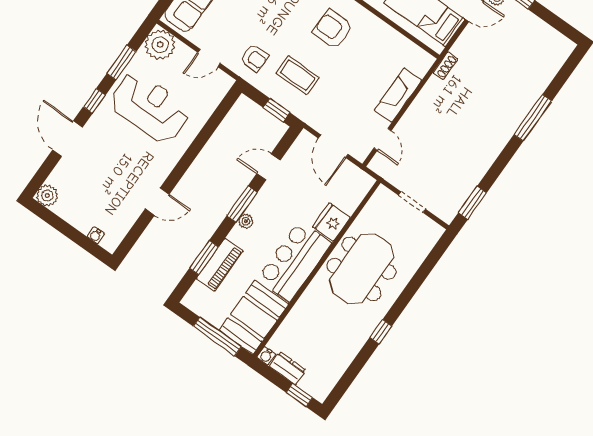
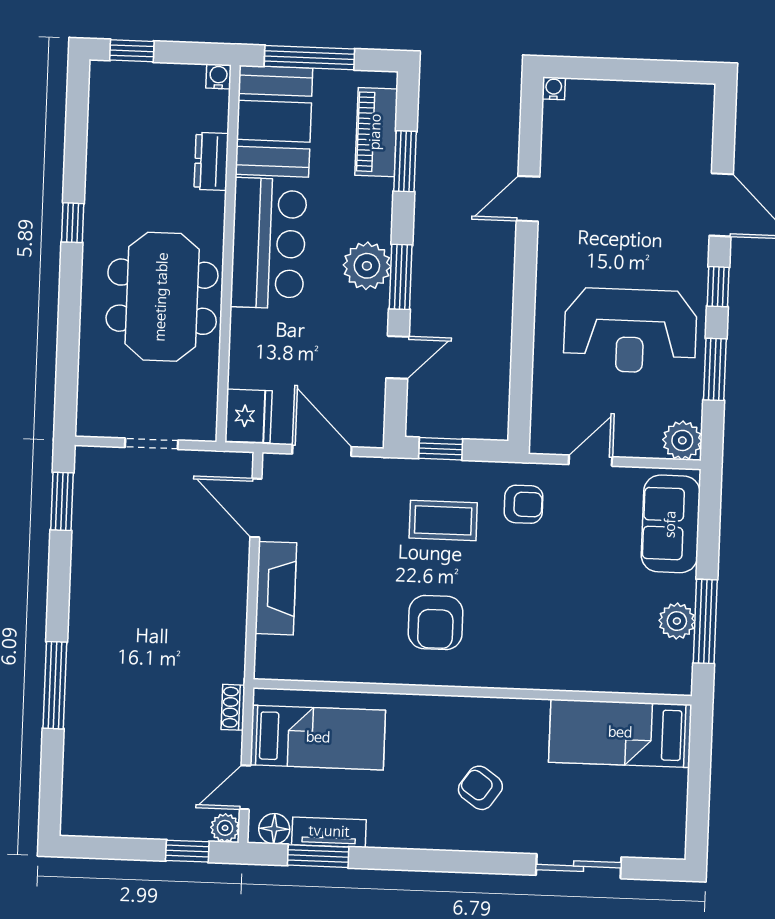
armchair: (333, 29) -> (436, 623), turned 90
plant: (160, 45) -> (682, 440), width x0.73, depth x0.73
armchair: (254, 58) -> (523, 504), turned 180
shoe rack: (445, 66) -> (233, 707), moved
door: (383, 139) -> (256, 508), width x1.38
plant: (47, 196) -> (696, 101), removed
plant: (246, 221) -> (367, 266), width x1.87, depth x1.87
fridge: (331, 222) -> (248, 416), moved
water cooler: (96, 235) -> (554, 88), moved
piano: (220, 265) -> (376, 132), moved
dresser: (288, 368) -> (211, 161), moved, turned 90

